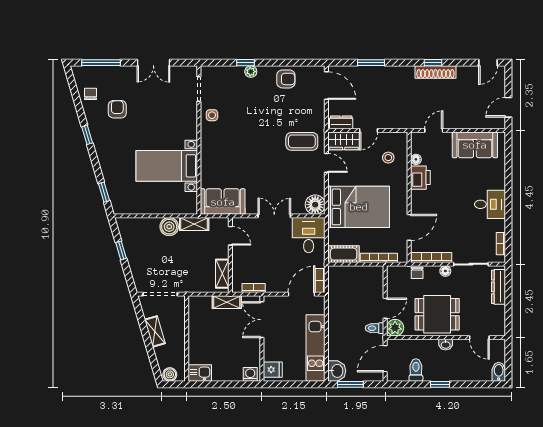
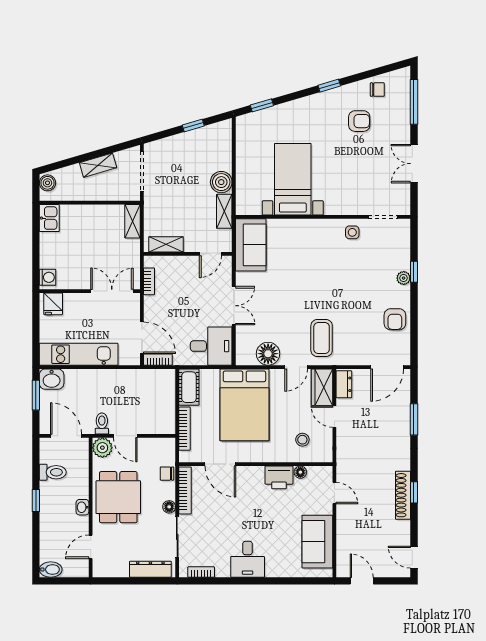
floor lamp: (315, 205) -> (268, 354), moved
shelving: (227, 302) -> (133, 221), moved

